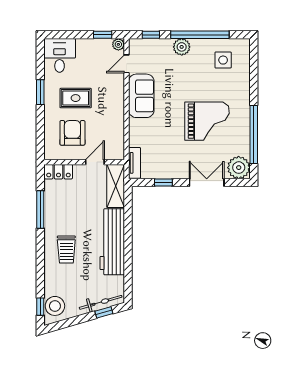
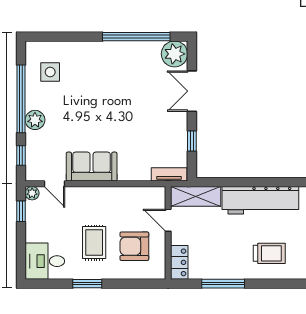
grand piano: (207, 121) -> (121, 91), removed

